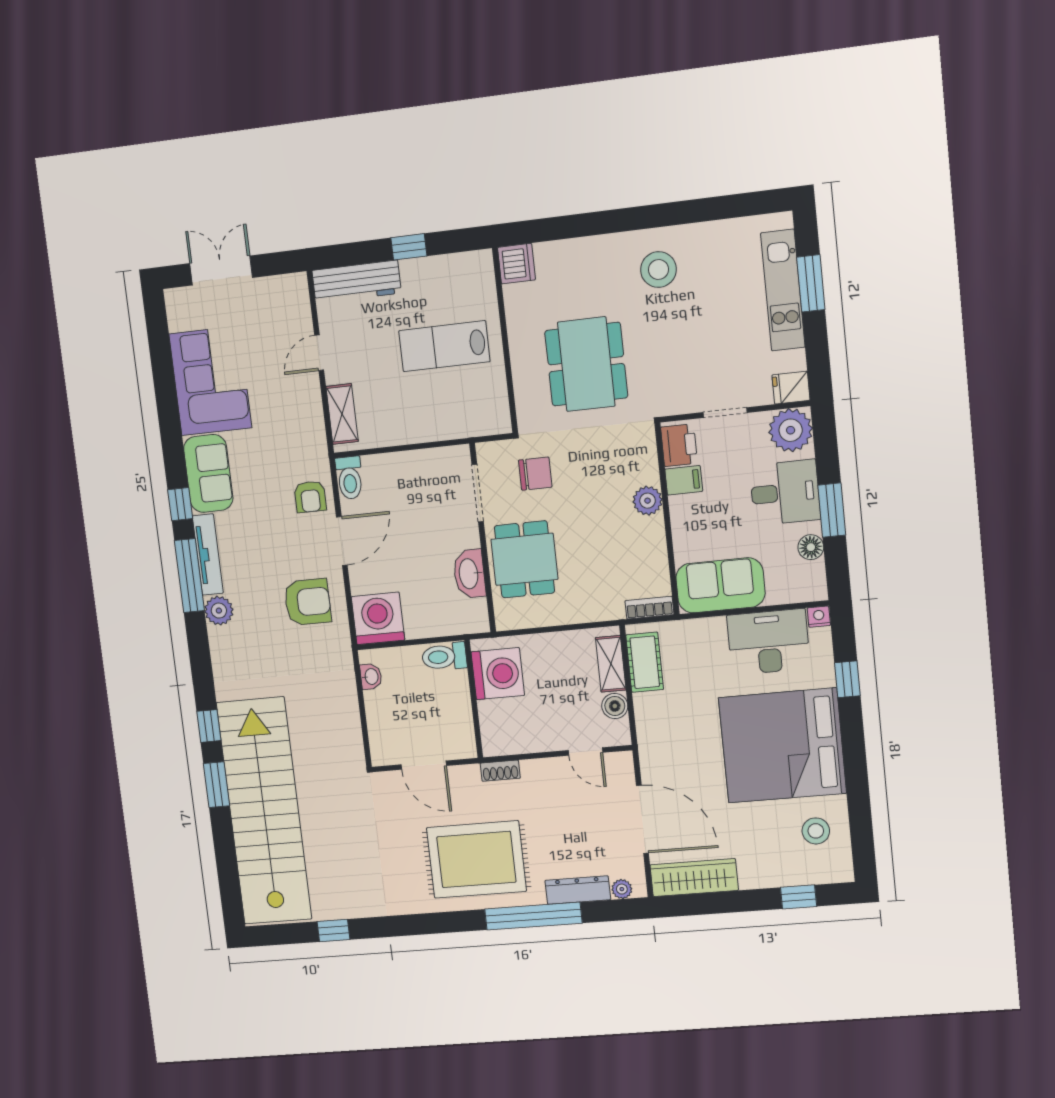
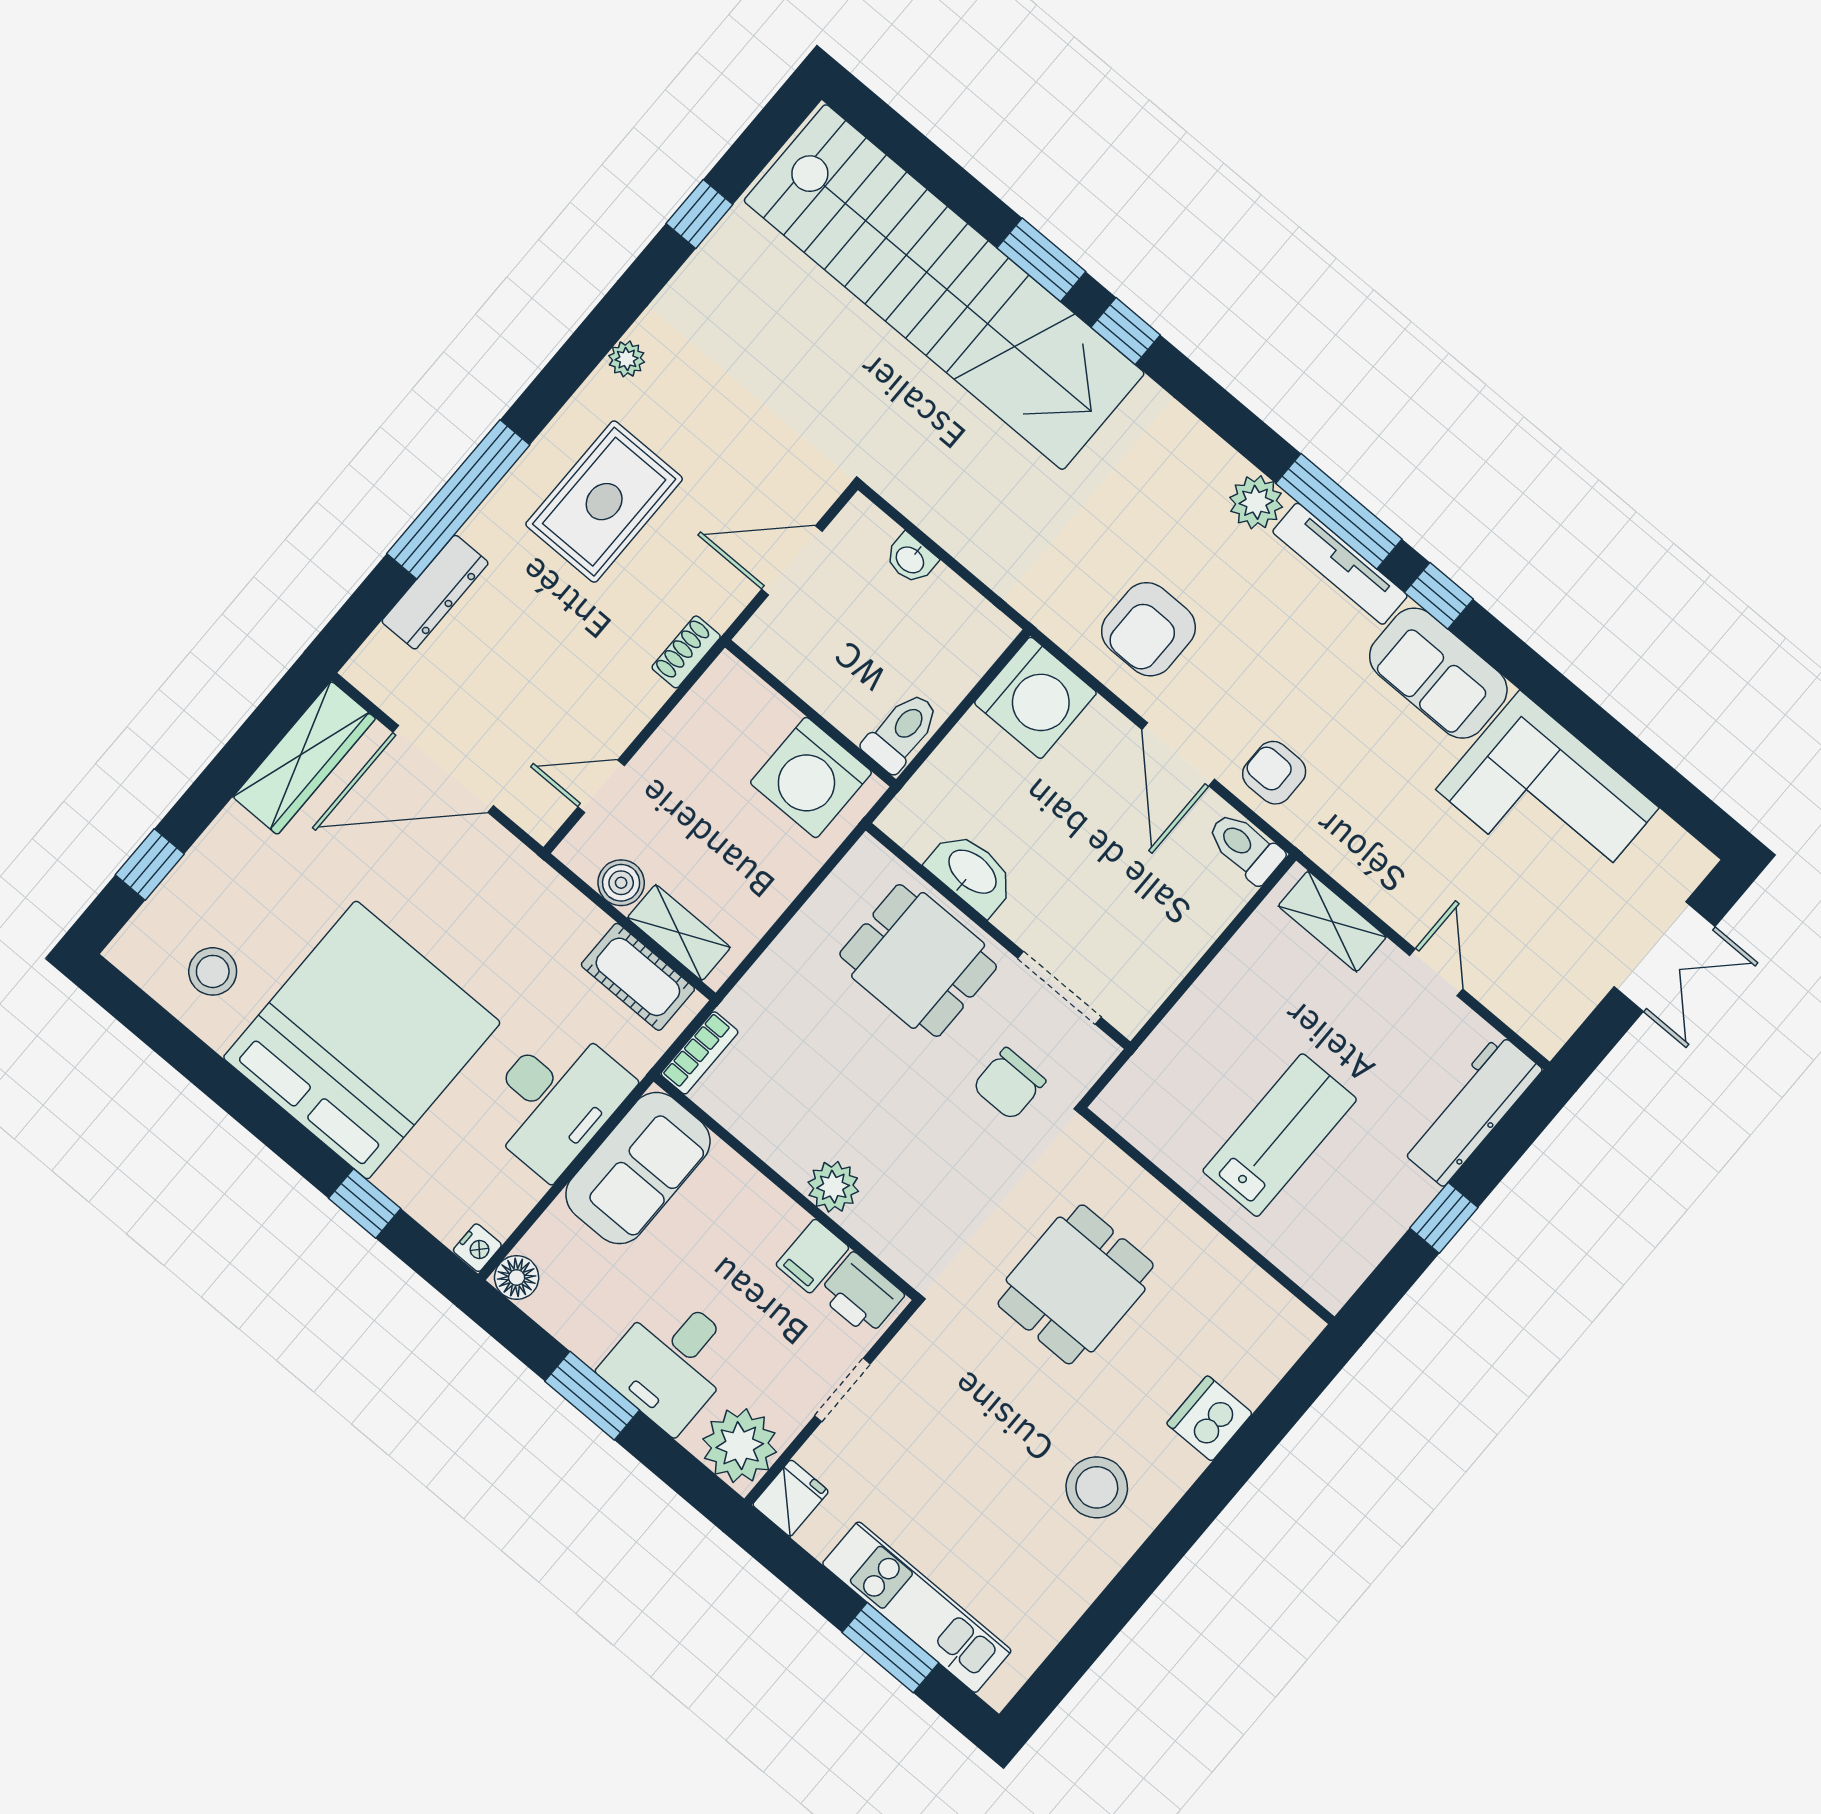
dishwasher: (516, 264) -> (1209, 1418), moved, turned 90
dining table: (586, 364) -> (1076, 1284), width x0.73
floor lamp: (811, 547) -> (517, 1277), moved
desk: (768, 642) -> (555, 1100), moved
washbasin: (371, 677) -> (911, 559), moved
rug: (476, 859) -> (604, 502), width x0.73, depth x0.69
plant: (622, 889) -> (627, 359), moved

